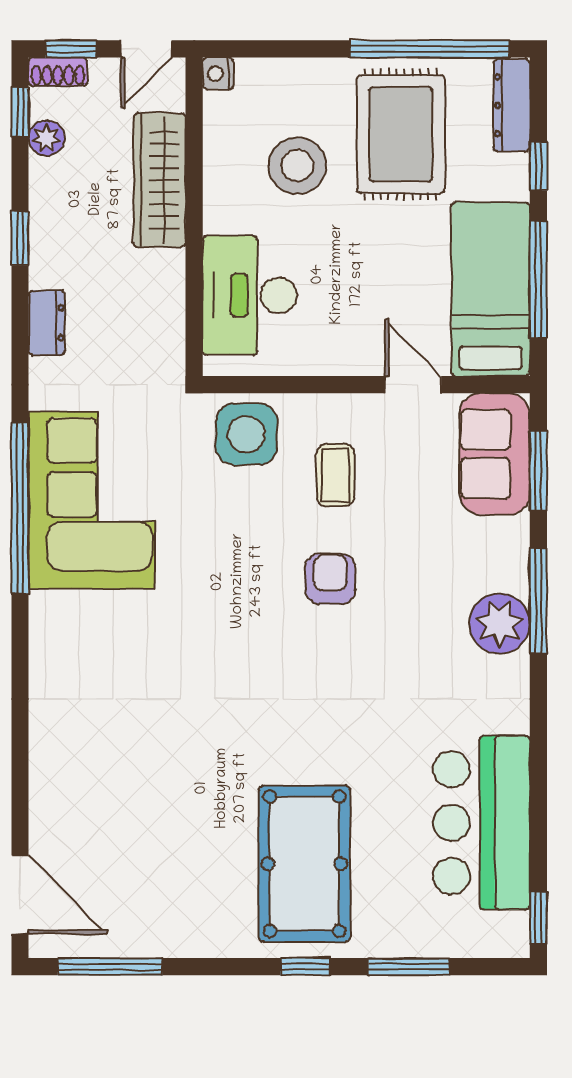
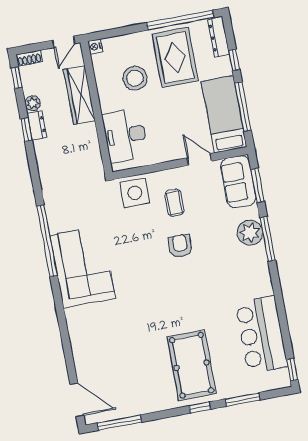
window: (71, 49) -> (33, 48), removed
plant: (46, 138) -> (33, 103), moved
dresser: (47, 323) -> (37, 125), moved
corner sofa: (92, 500) -> (83, 267), moved
plant: (500, 624) -> (250, 233), moved

